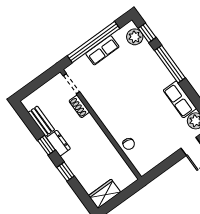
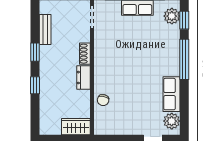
shoe rack: (79, 106) -> (85, 54), moved
dresser: (58, 143) -> (84, 78), moved, turned 180
wardrobe: (104, 194) -> (76, 127), moved

